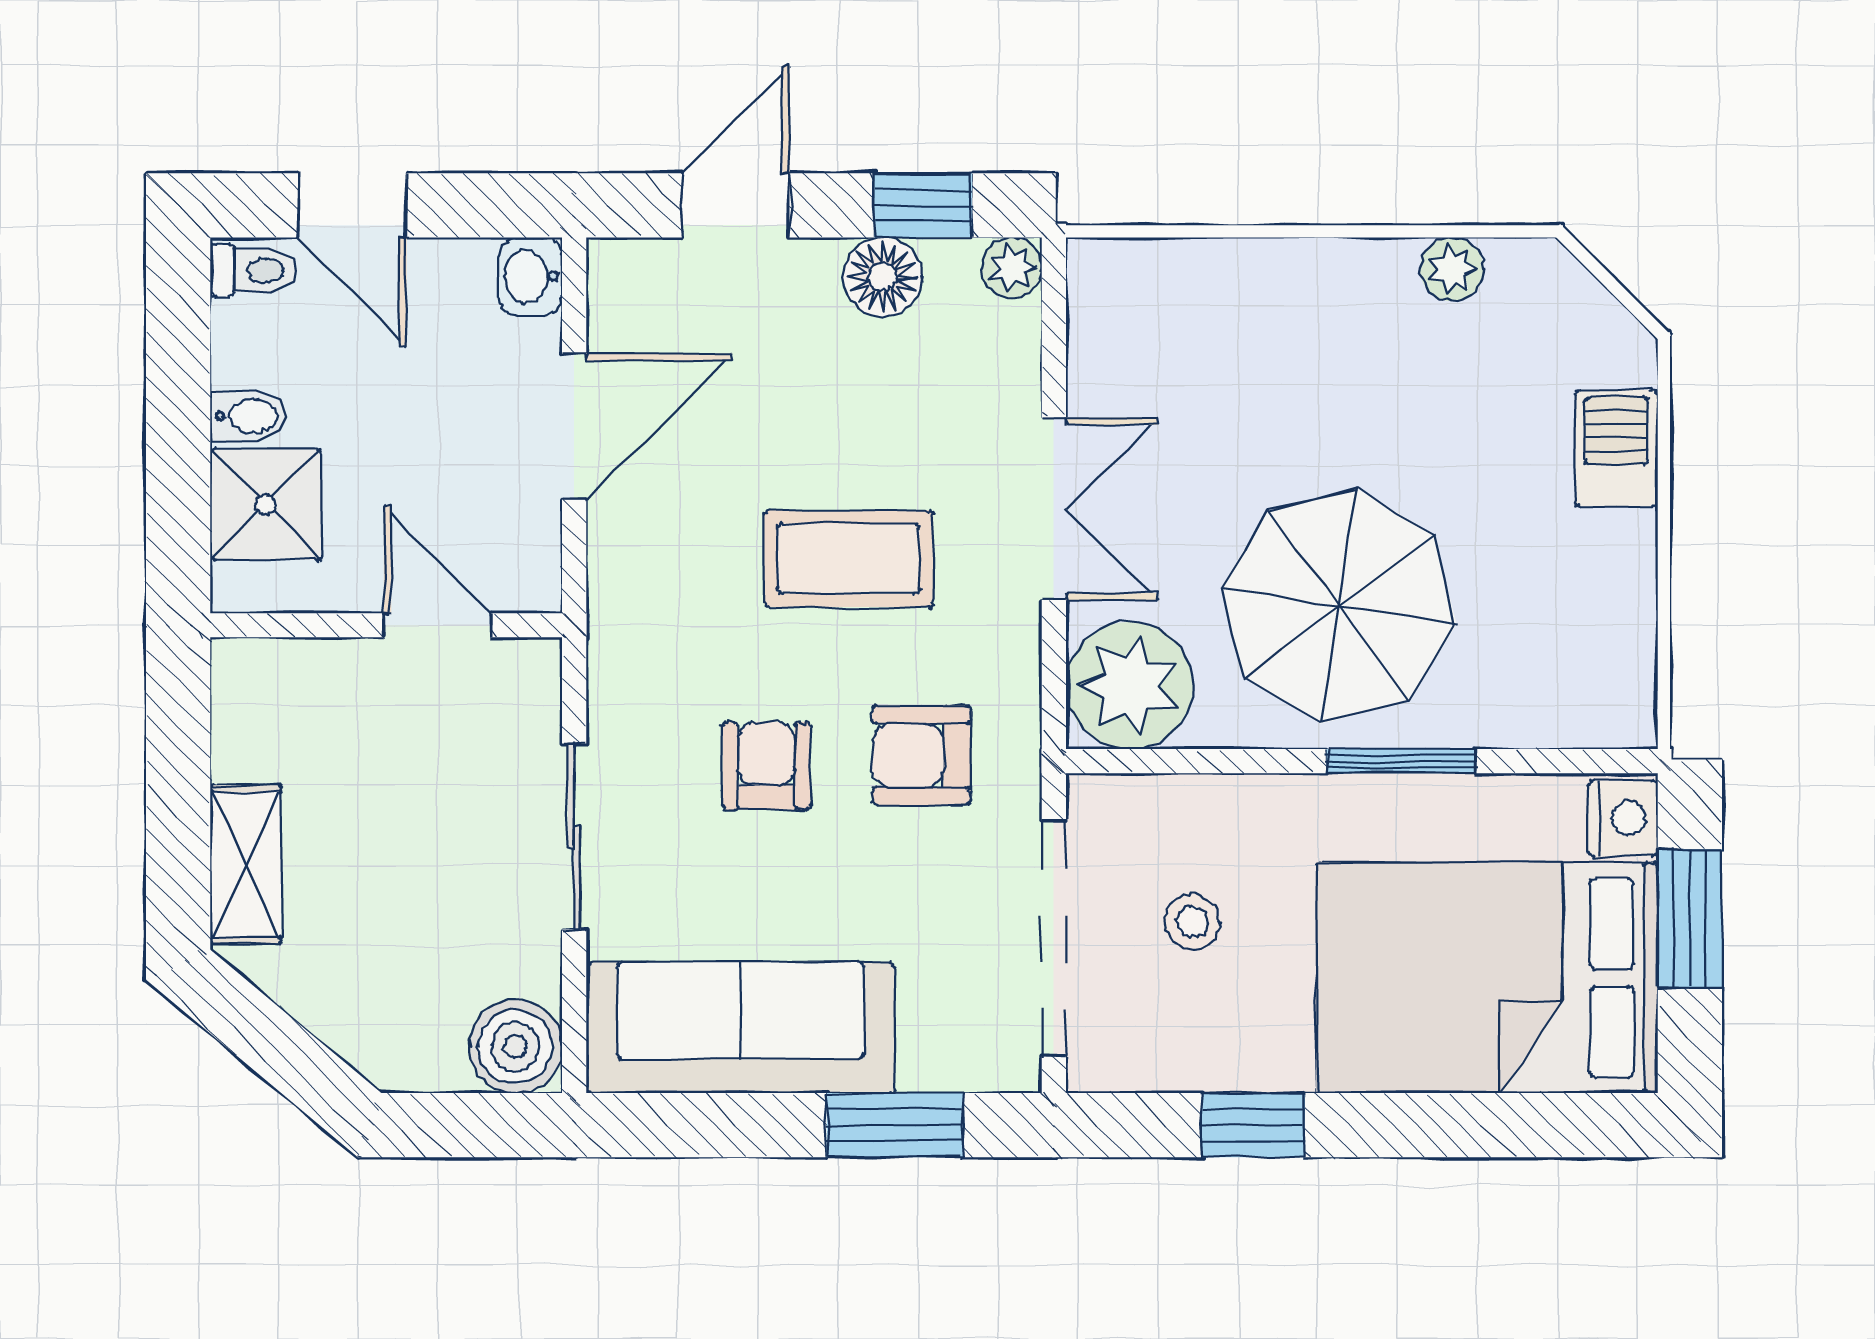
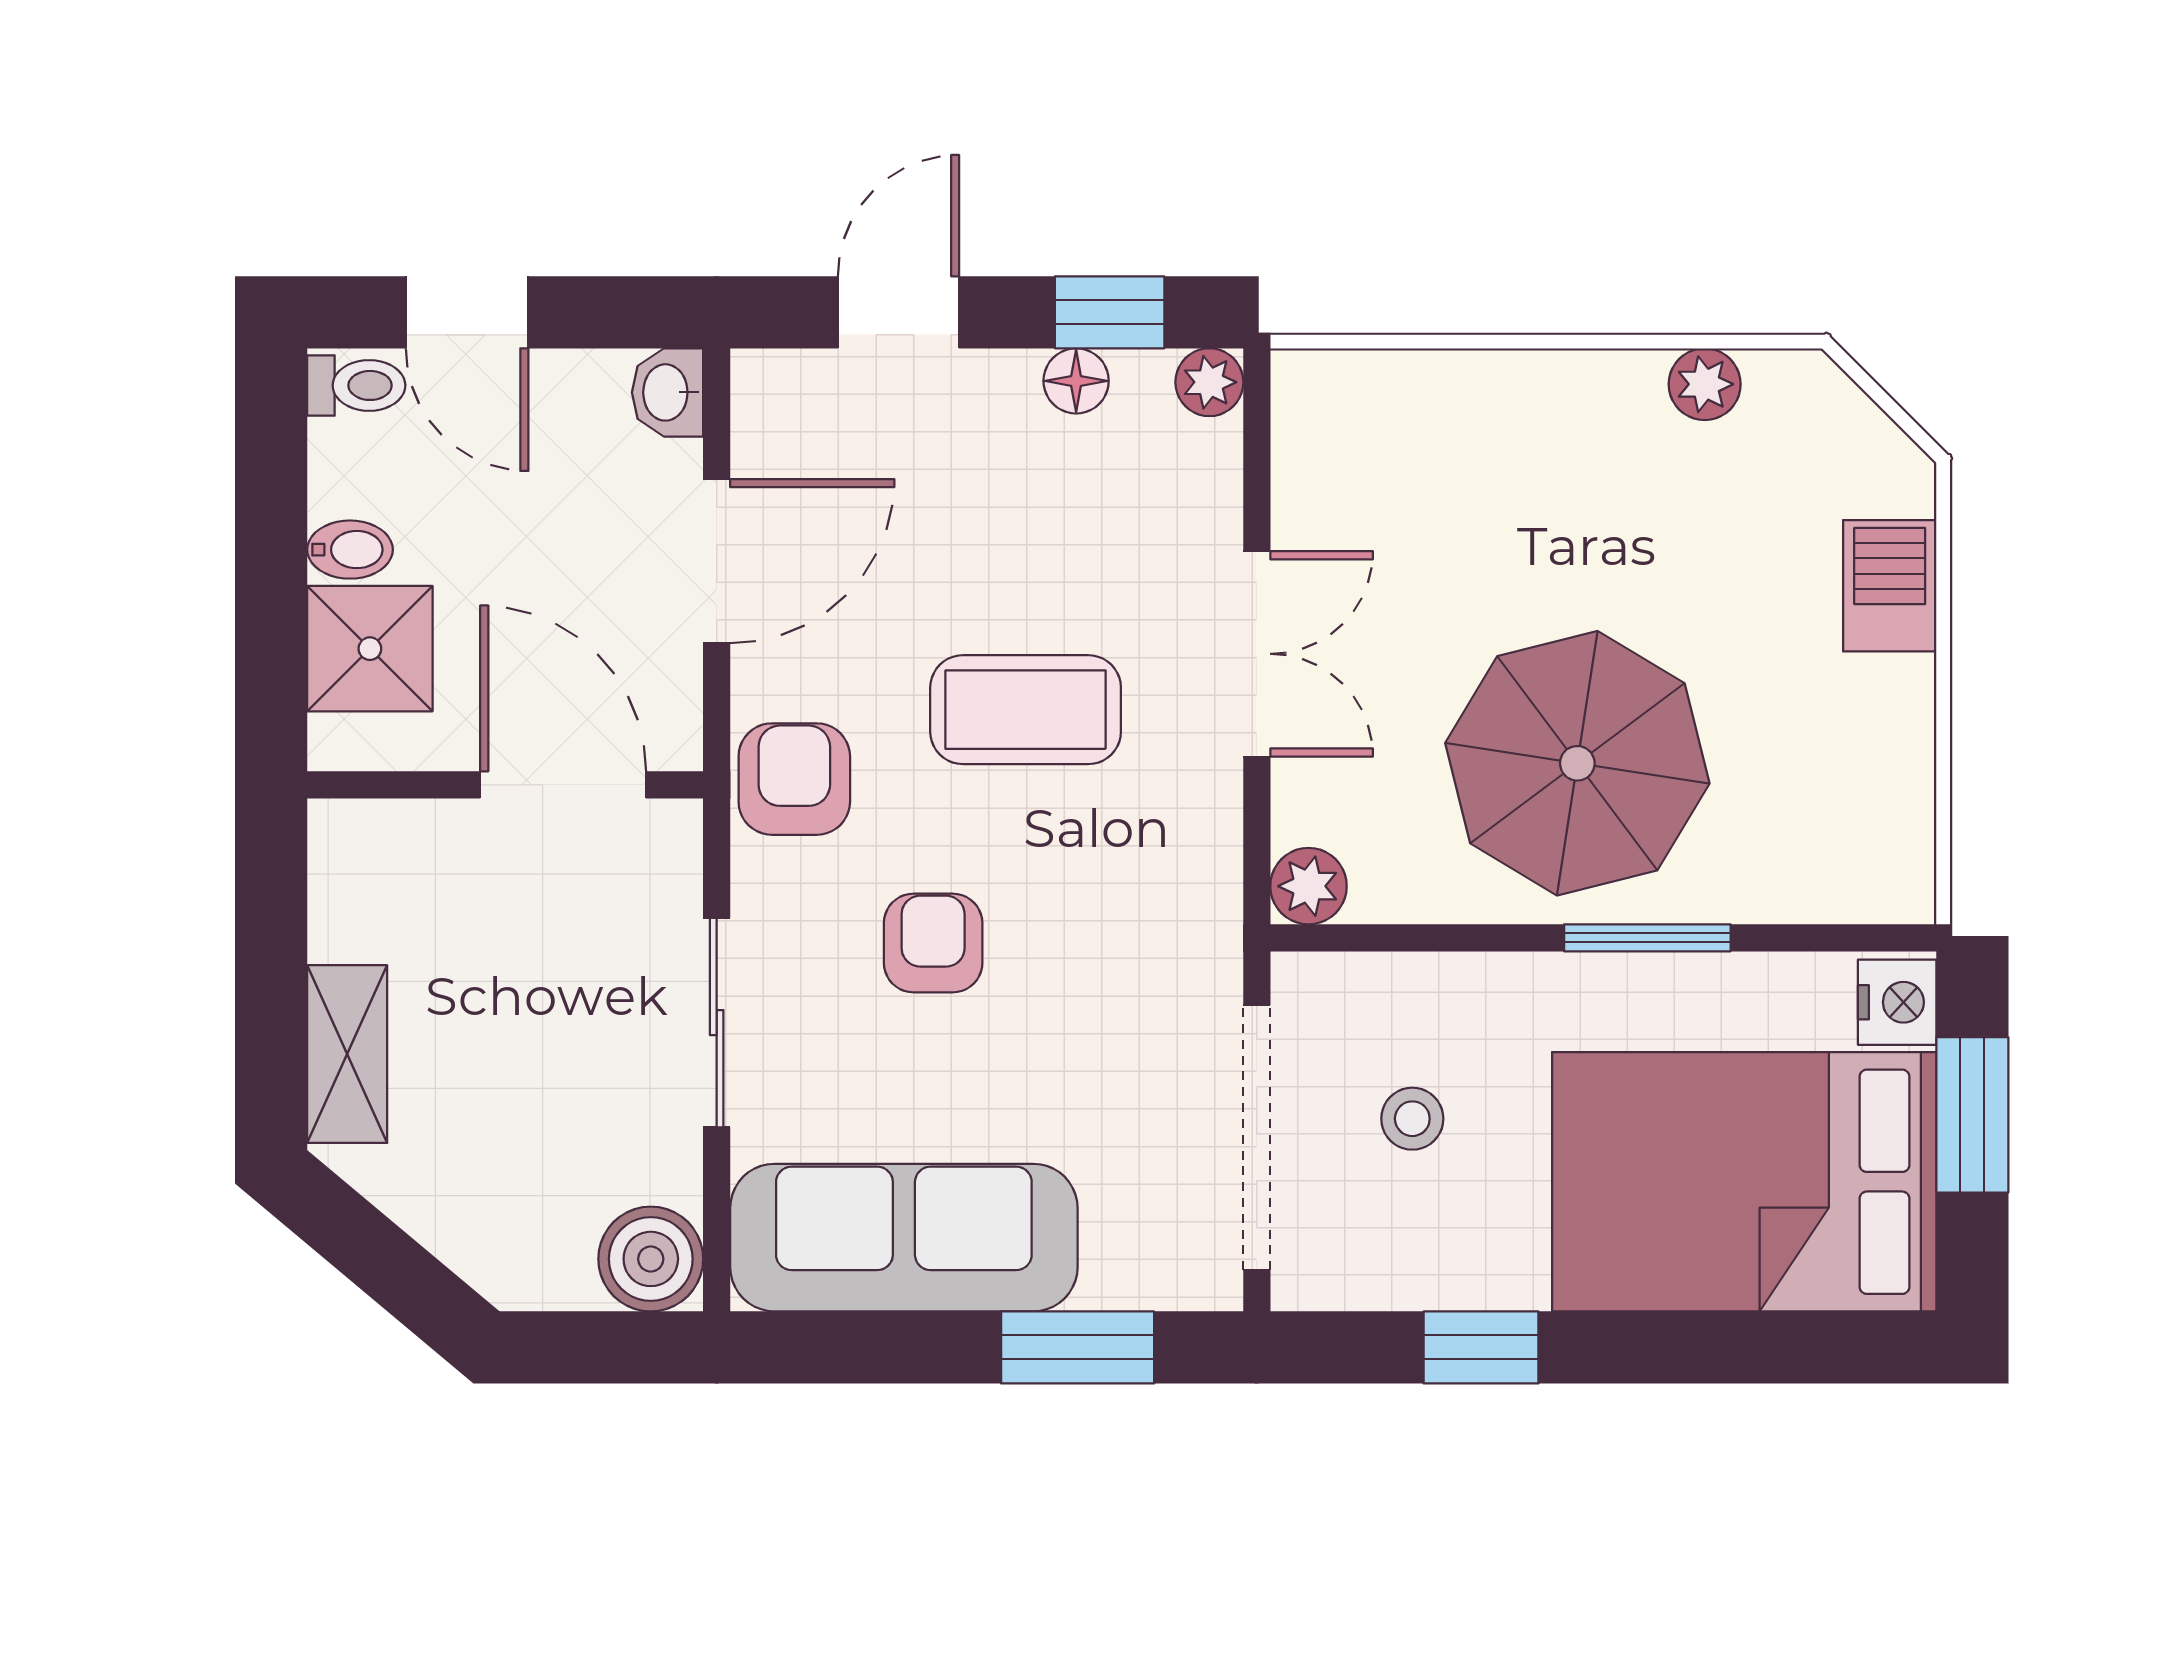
floor lamp: (883, 277) -> (1076, 381), width x0.73, depth x0.73
door: (438, 625) -> (563, 785), width x1.38
plant: (1130, 686) -> (1309, 886), width x0.53, depth x0.53
armchair: (922, 755) -> (794, 779), moved, turned 90

